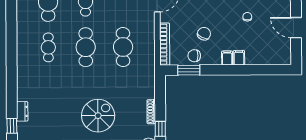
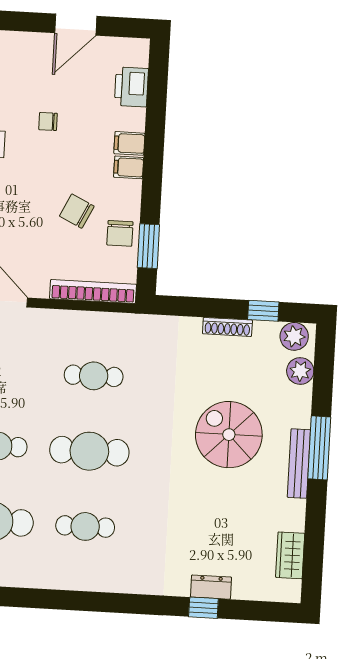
cafe table: (123, 47) -> (94, 376), width x0.73, depth x0.74
printer: (267, 57) -> (131, 87), added
window: (12, 126) -> (203, 608), moved

